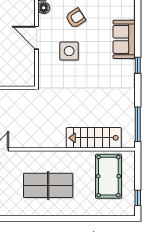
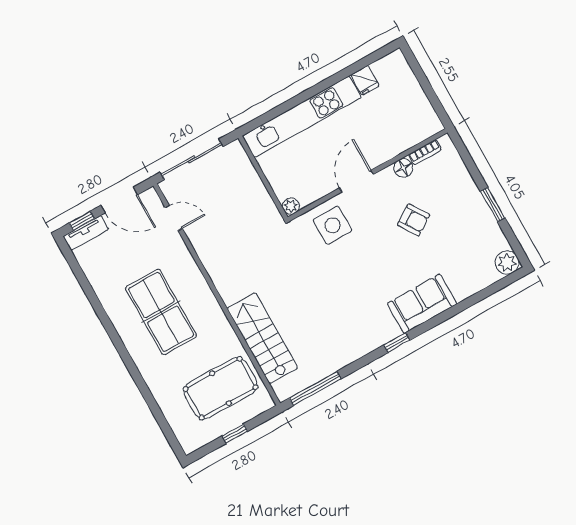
side table: (69, 51) -> (332, 225), moved
plant: (30, 81) -> (291, 206), added
window: (138, 198) -> (235, 434), moved

